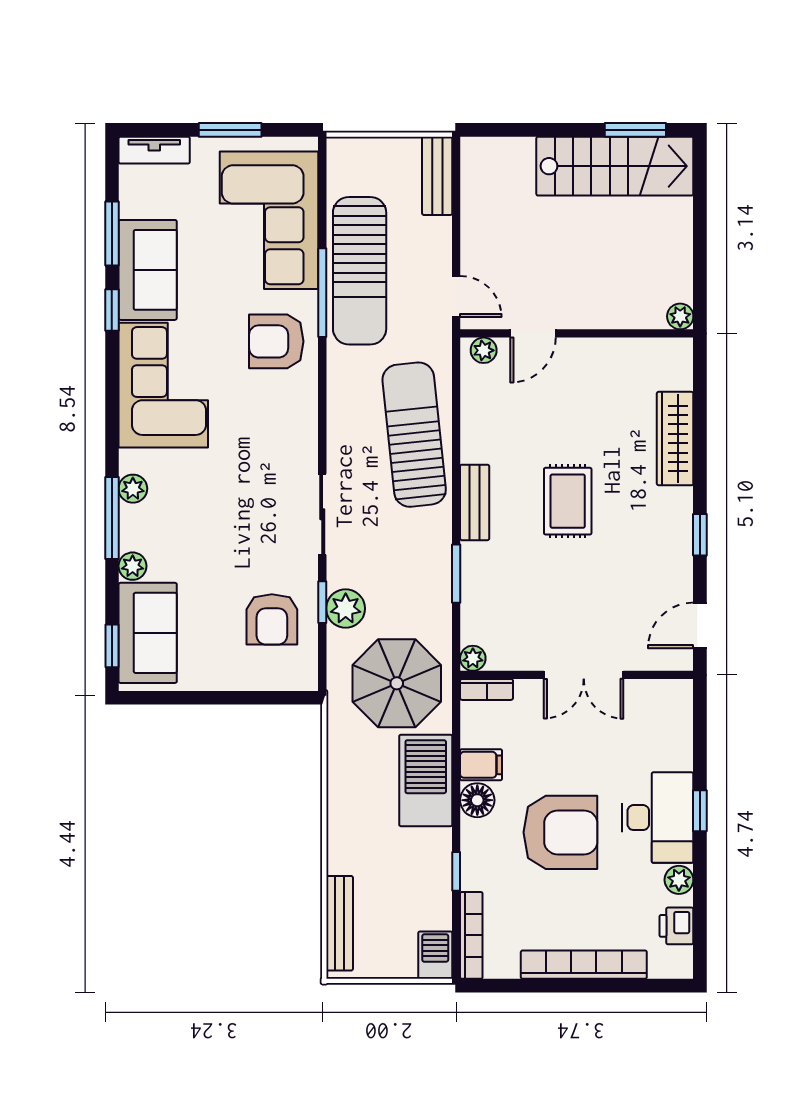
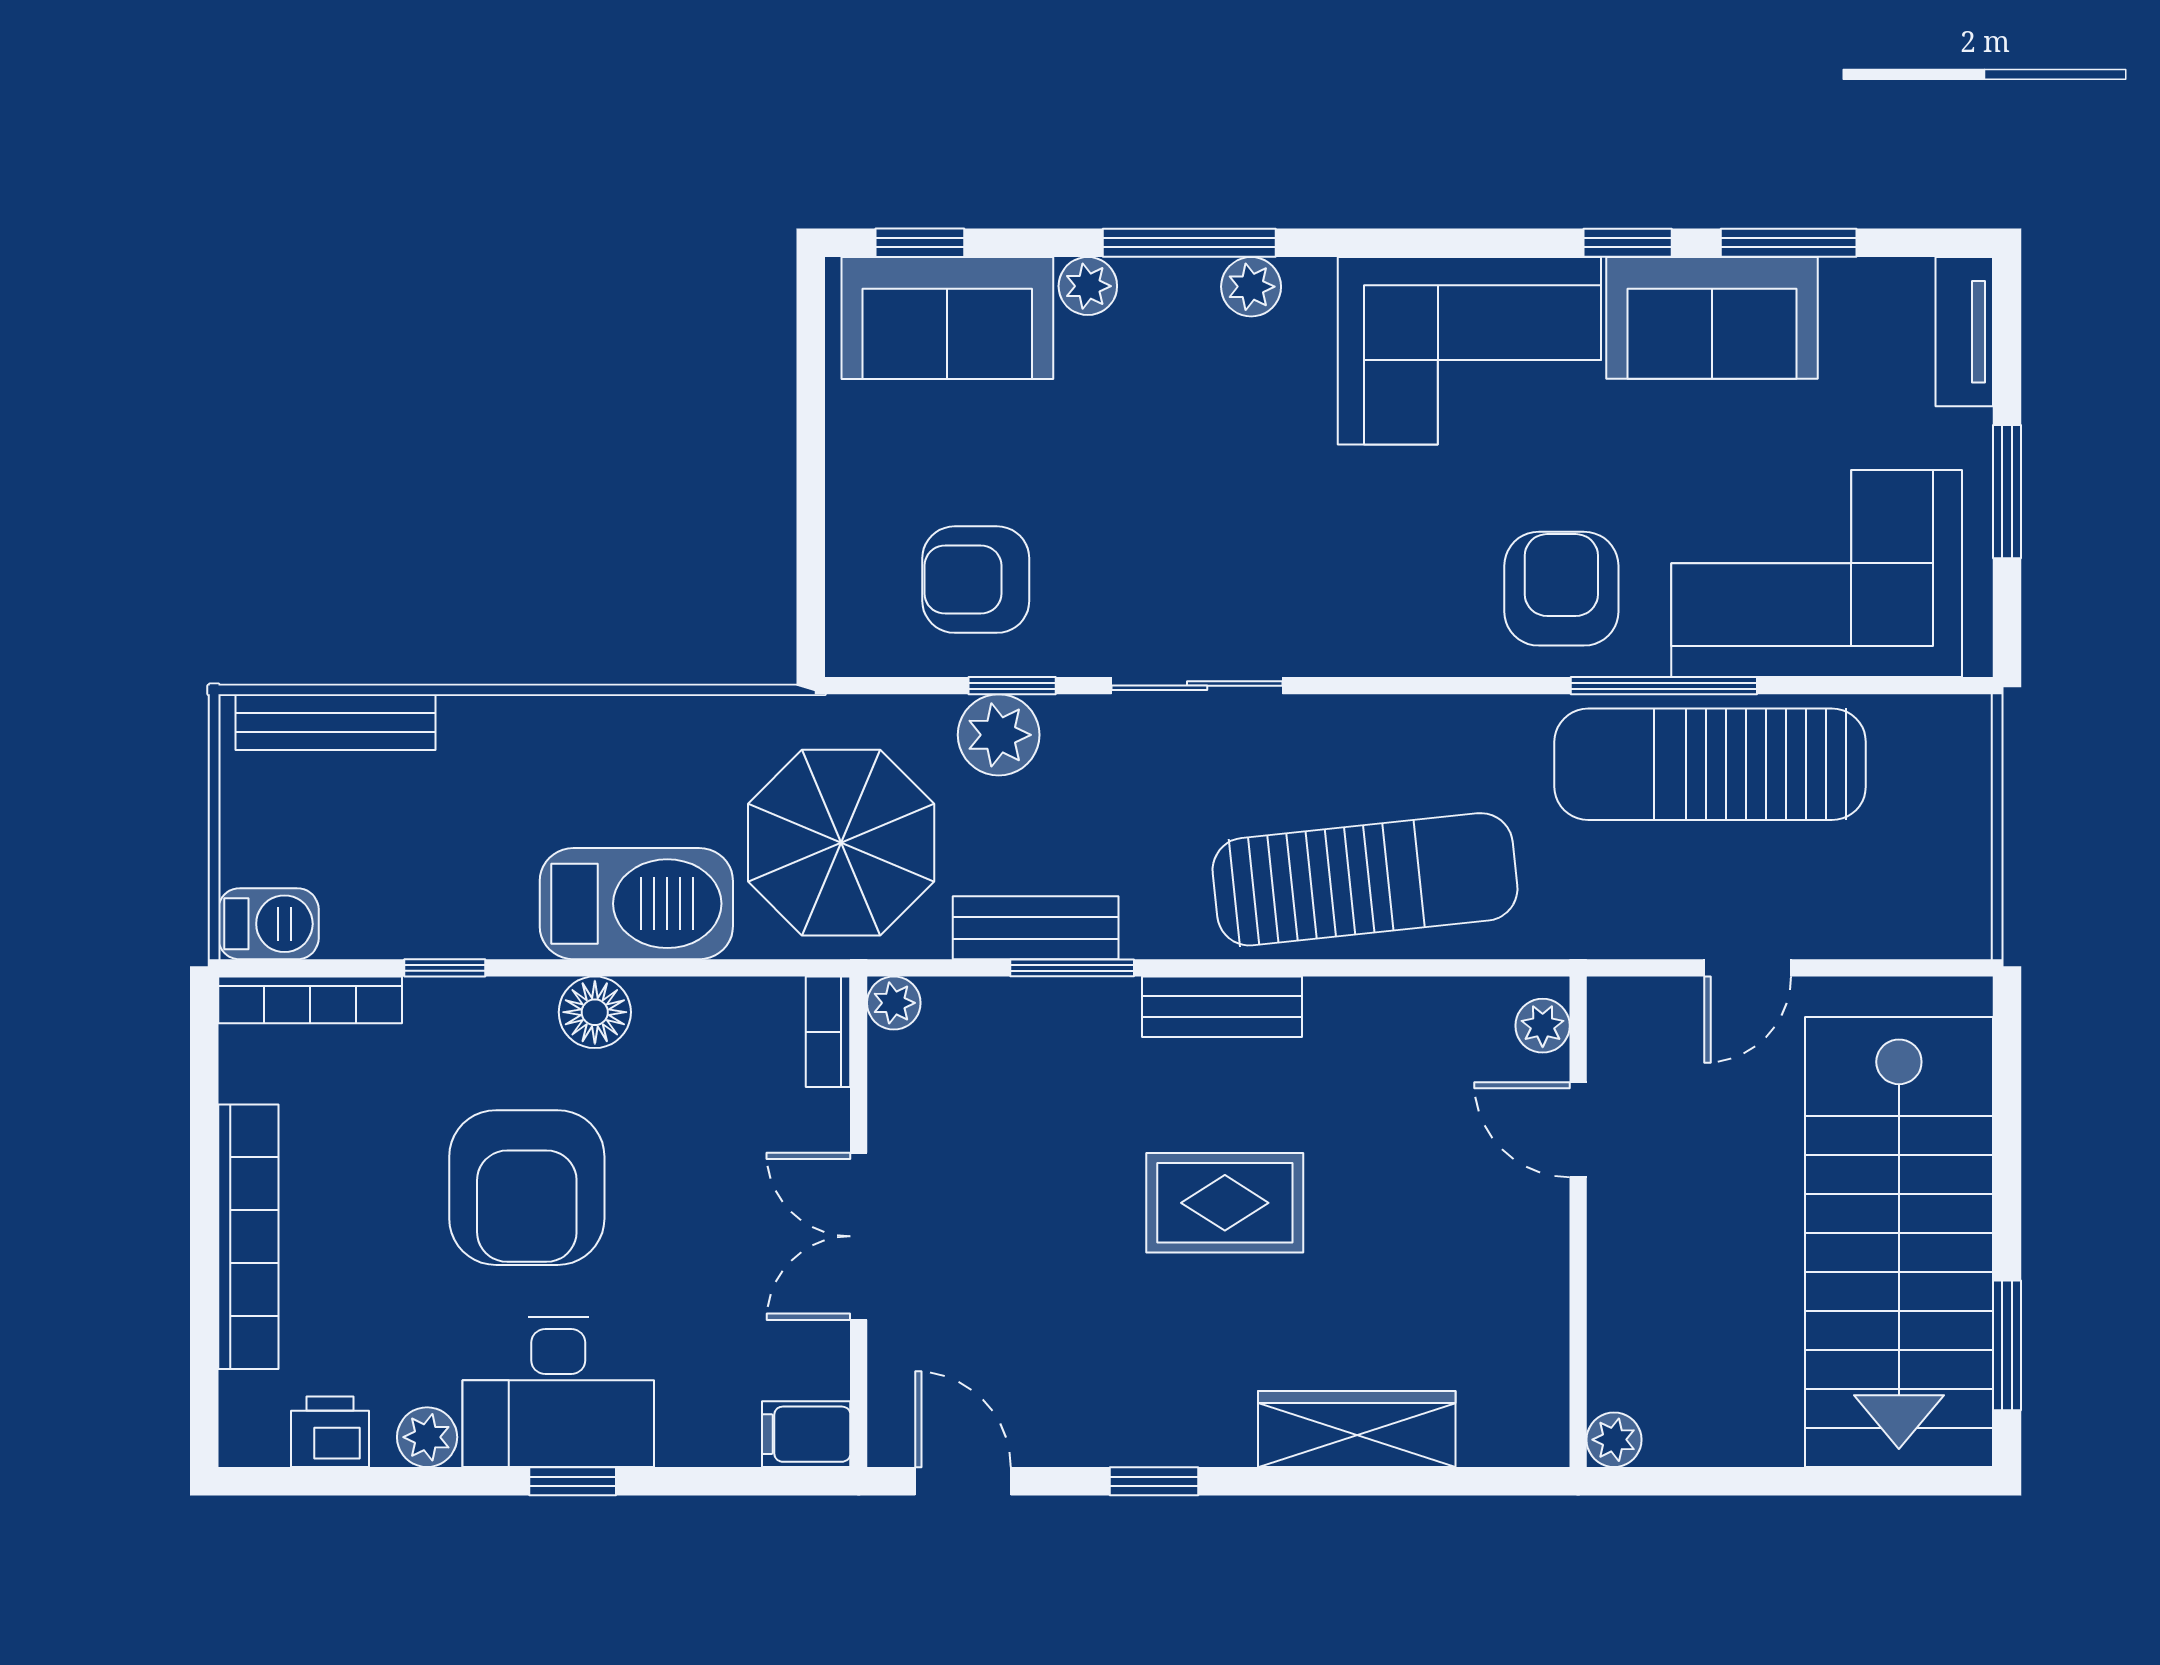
stairs: (615, 166) -> (1899, 1242), width x1.36, depth x1.51
bench: (437, 176) -> (1036, 928), moved
door: (456, 296) -> (1748, 968), moved
filing cabinet: (481, 765) -> (806, 1434), moved, turned 90

